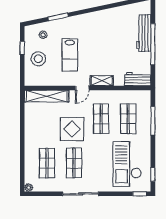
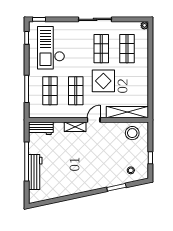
lab bench: (70, 55) -> (105, 151), removed
stool: (38, 59) -> (132, 133), moved
checkout: (127, 164) -> (51, 48), turned 180

